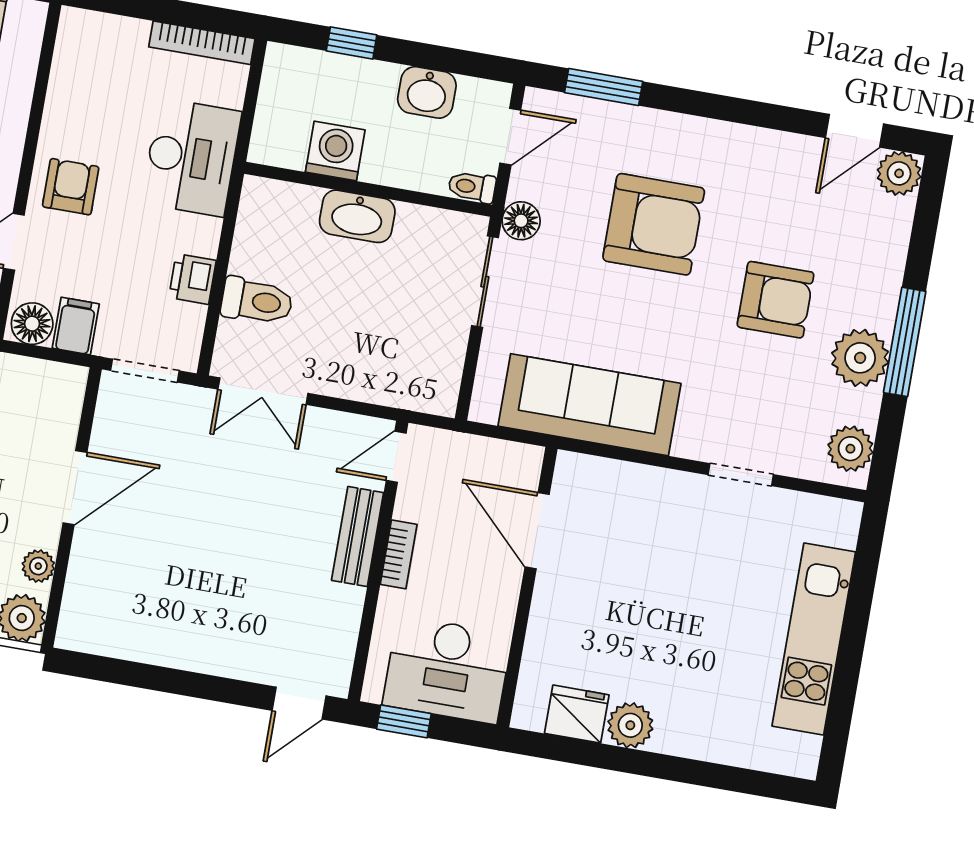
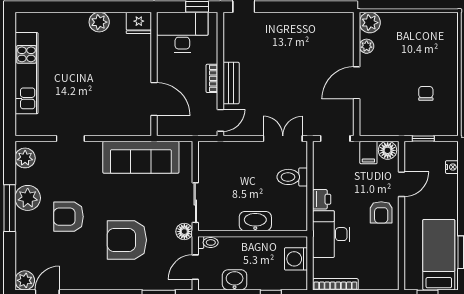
washing machine: (335, 151) -> (296, 259), moved, turned 90
printer: (192, 279) -> (322, 199), moved
fridge: (577, 714) -> (139, 23), moved

